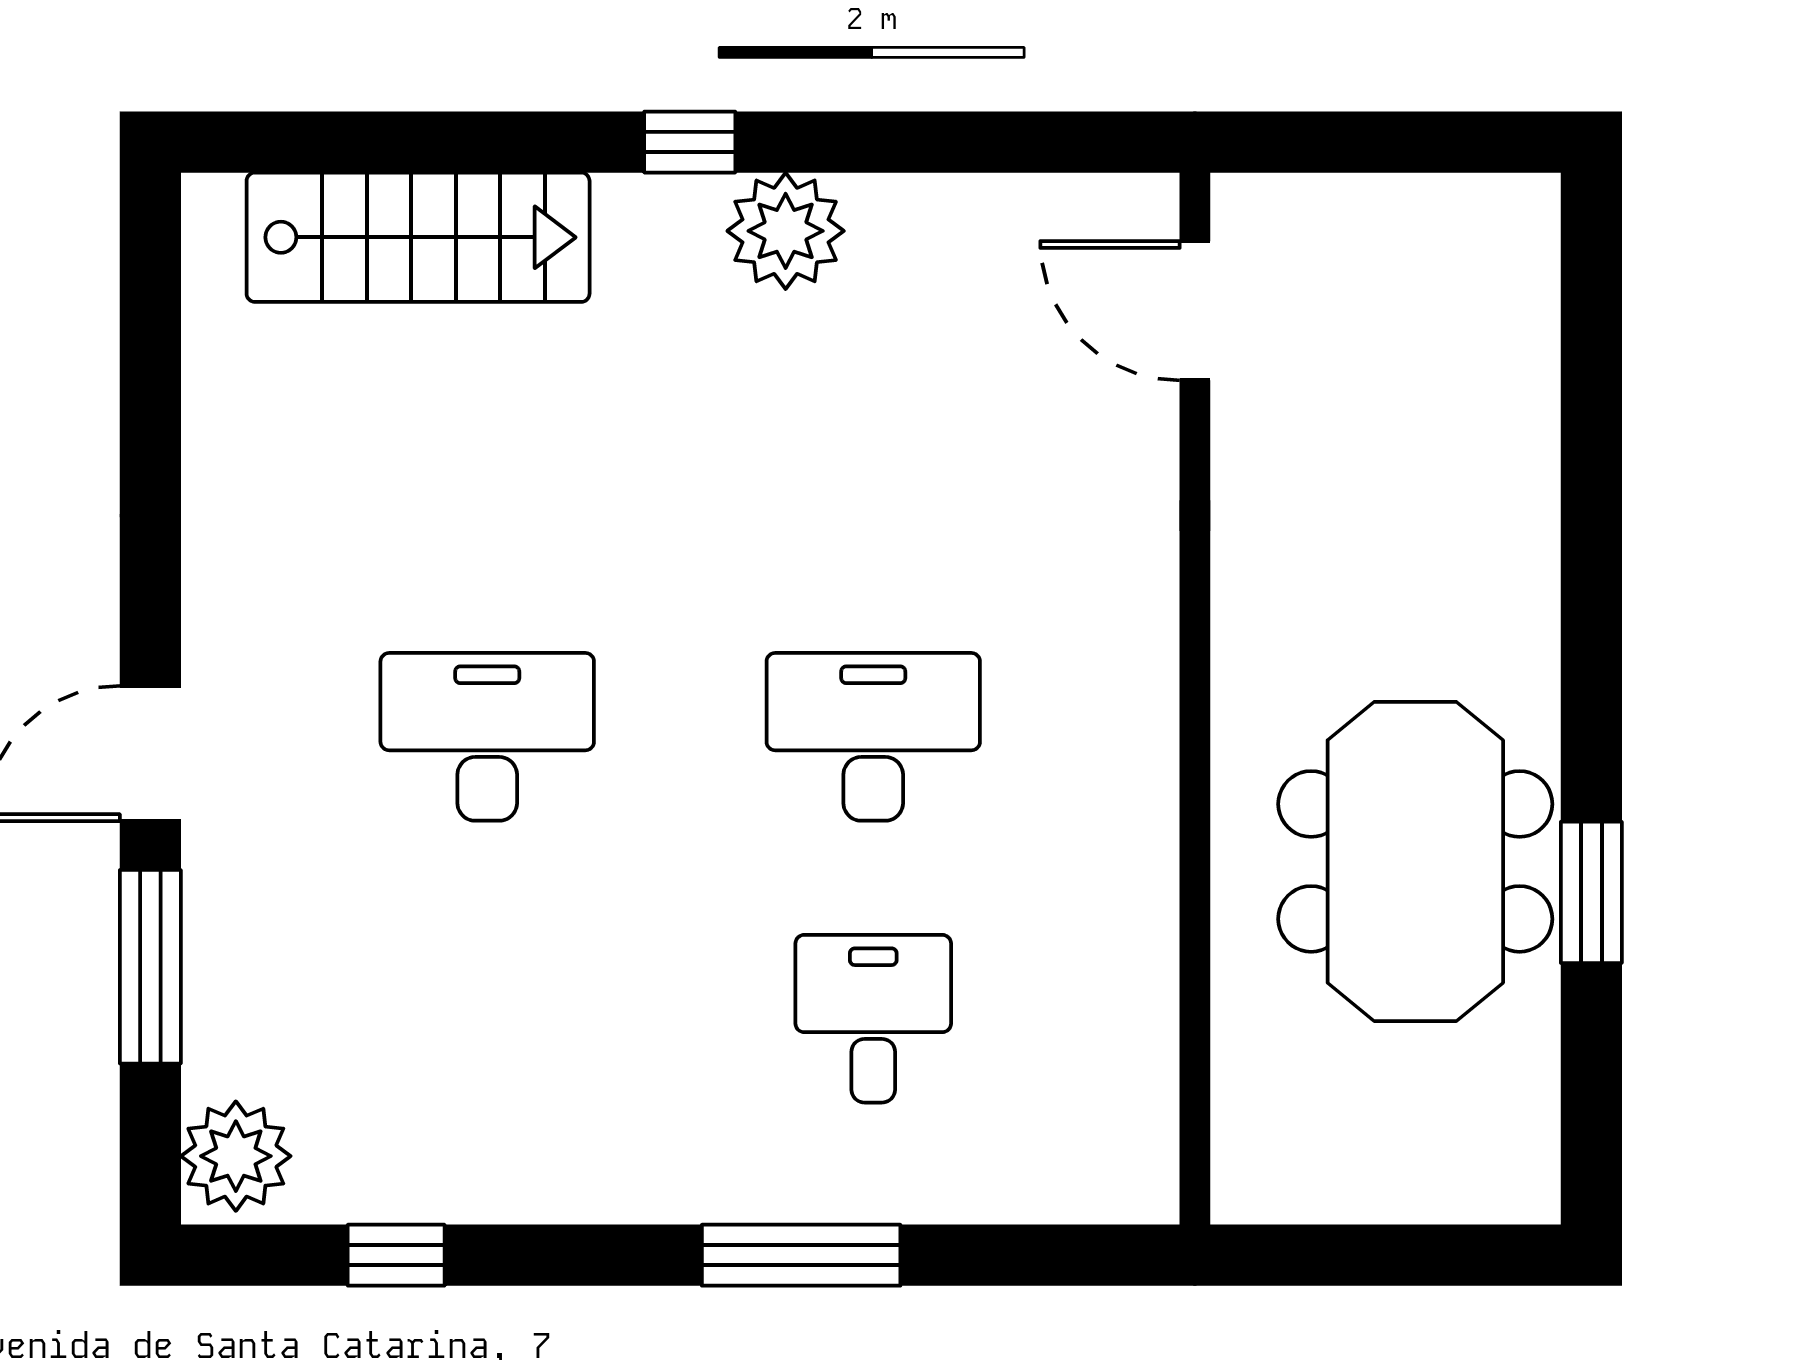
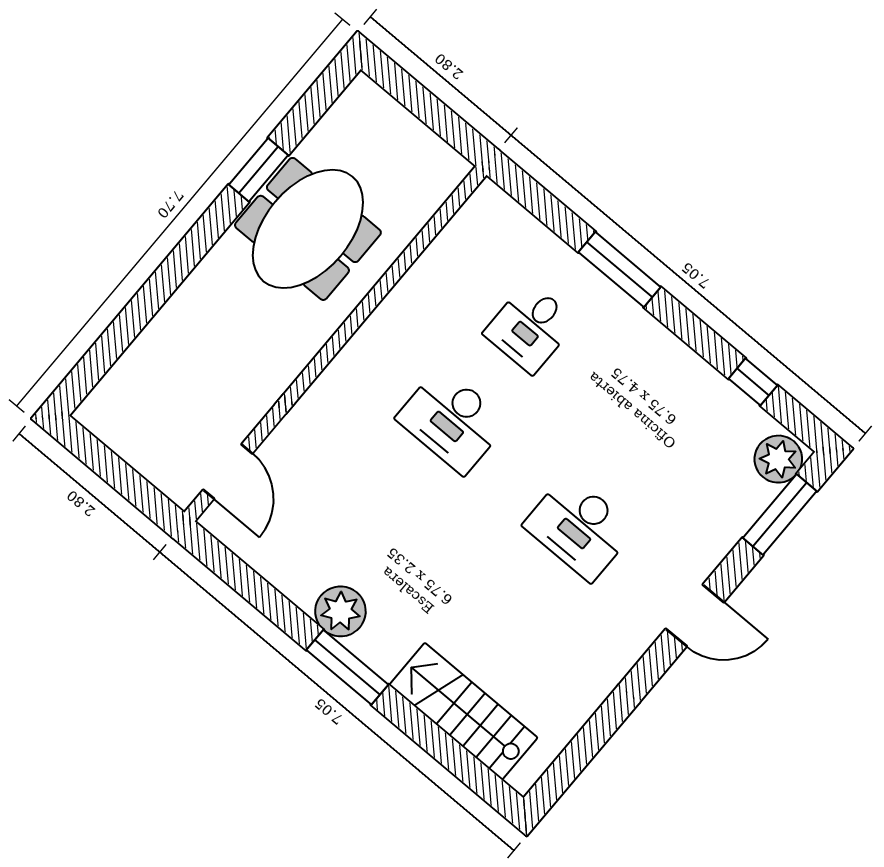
window: (690, 142) -> (347, 667), width x2.17
window: (150, 967) -> (780, 515), moved

